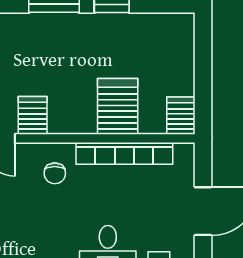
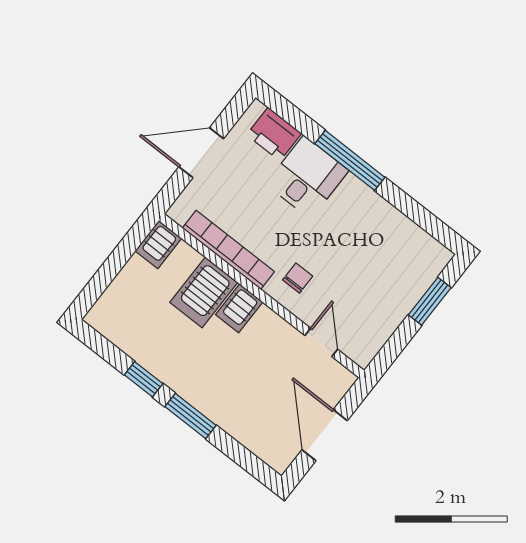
server rack: (33, 115) -> (239, 308), moved

